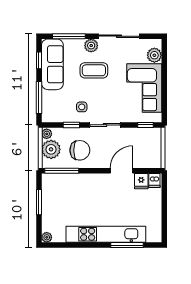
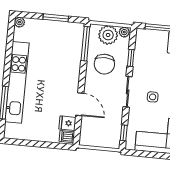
side table: (82, 107) -> (153, 97), moved

